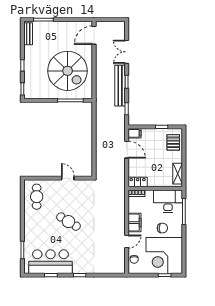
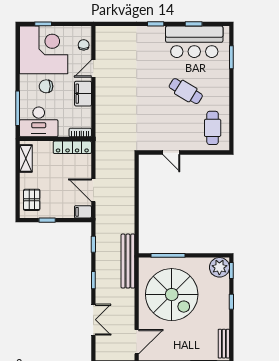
spiral stairs: (68, 71) -> (172, 295), turned 180
bench: (120, 86) -> (128, 261), moved
plant: (31, 91) -> (219, 267), added
locker: (138, 182) -> (72, 147), width x1.53
cafe table: (68, 222) -> (186, 91), moved

